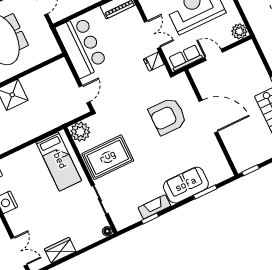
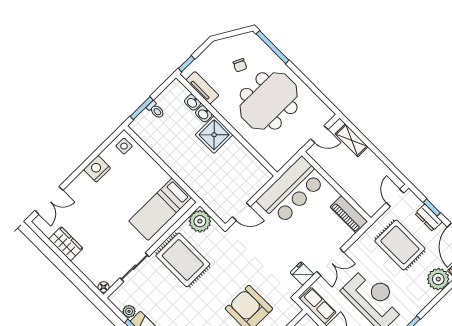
plant: (135, 217) -> (129, 311), added

